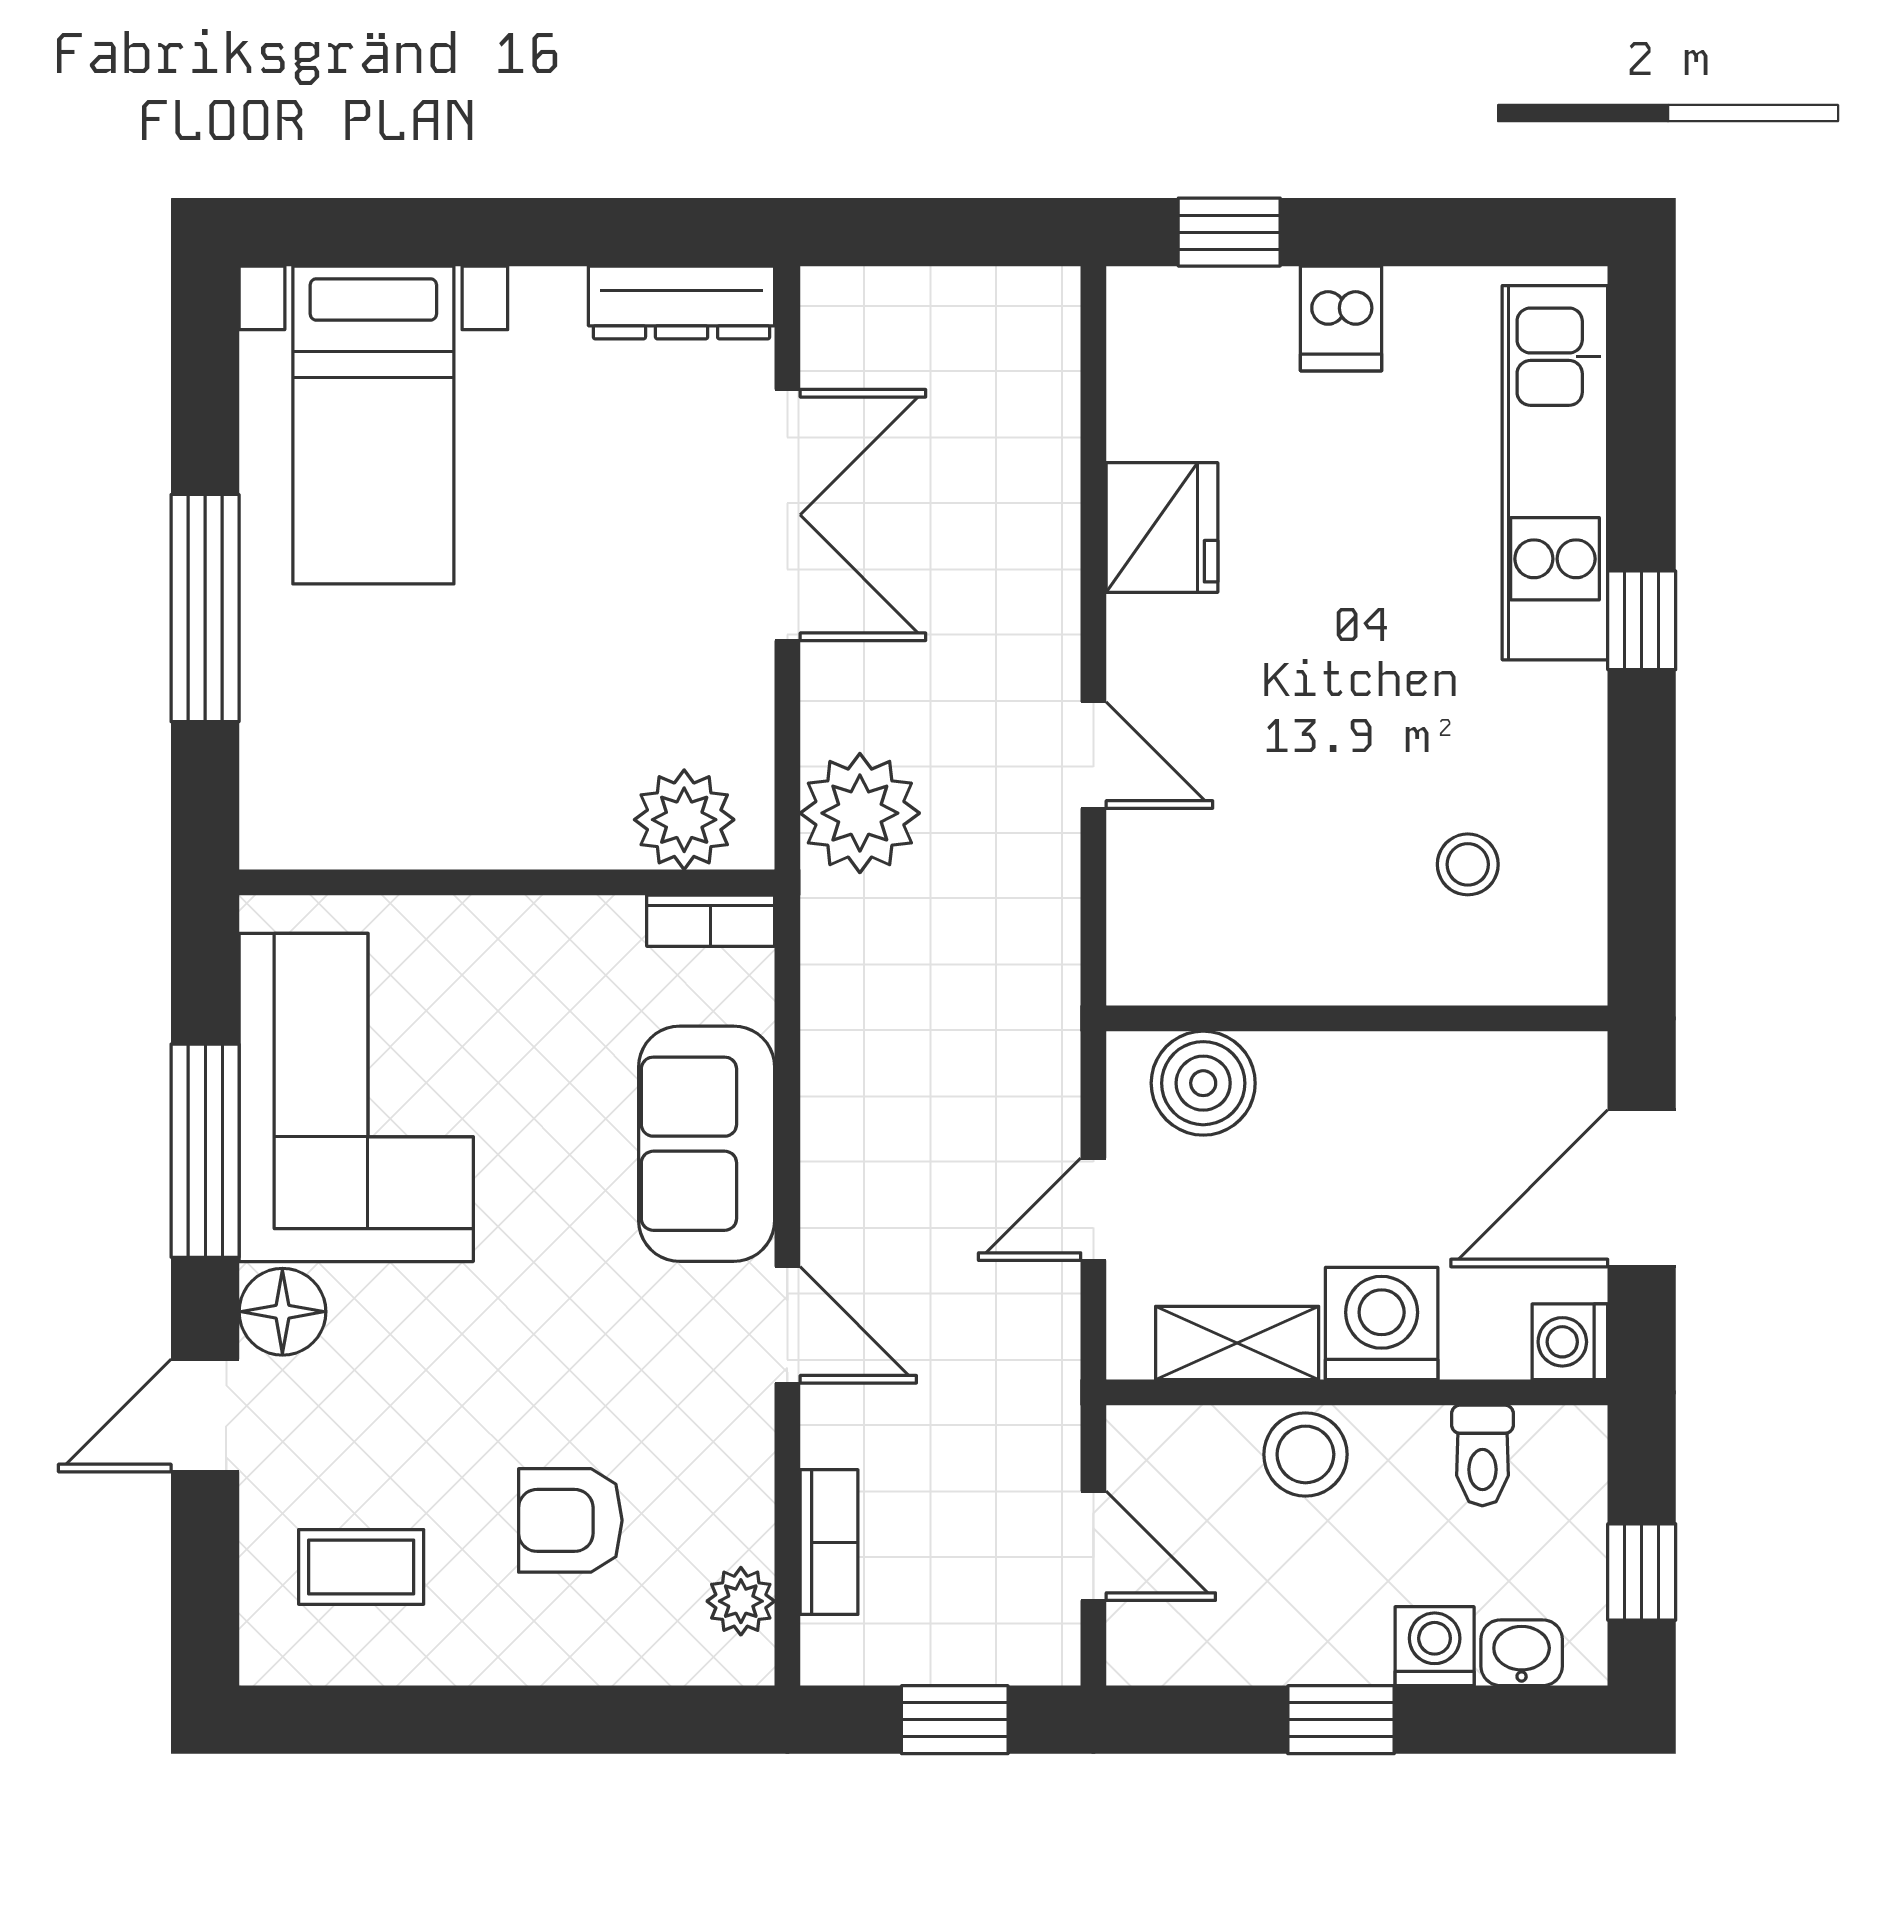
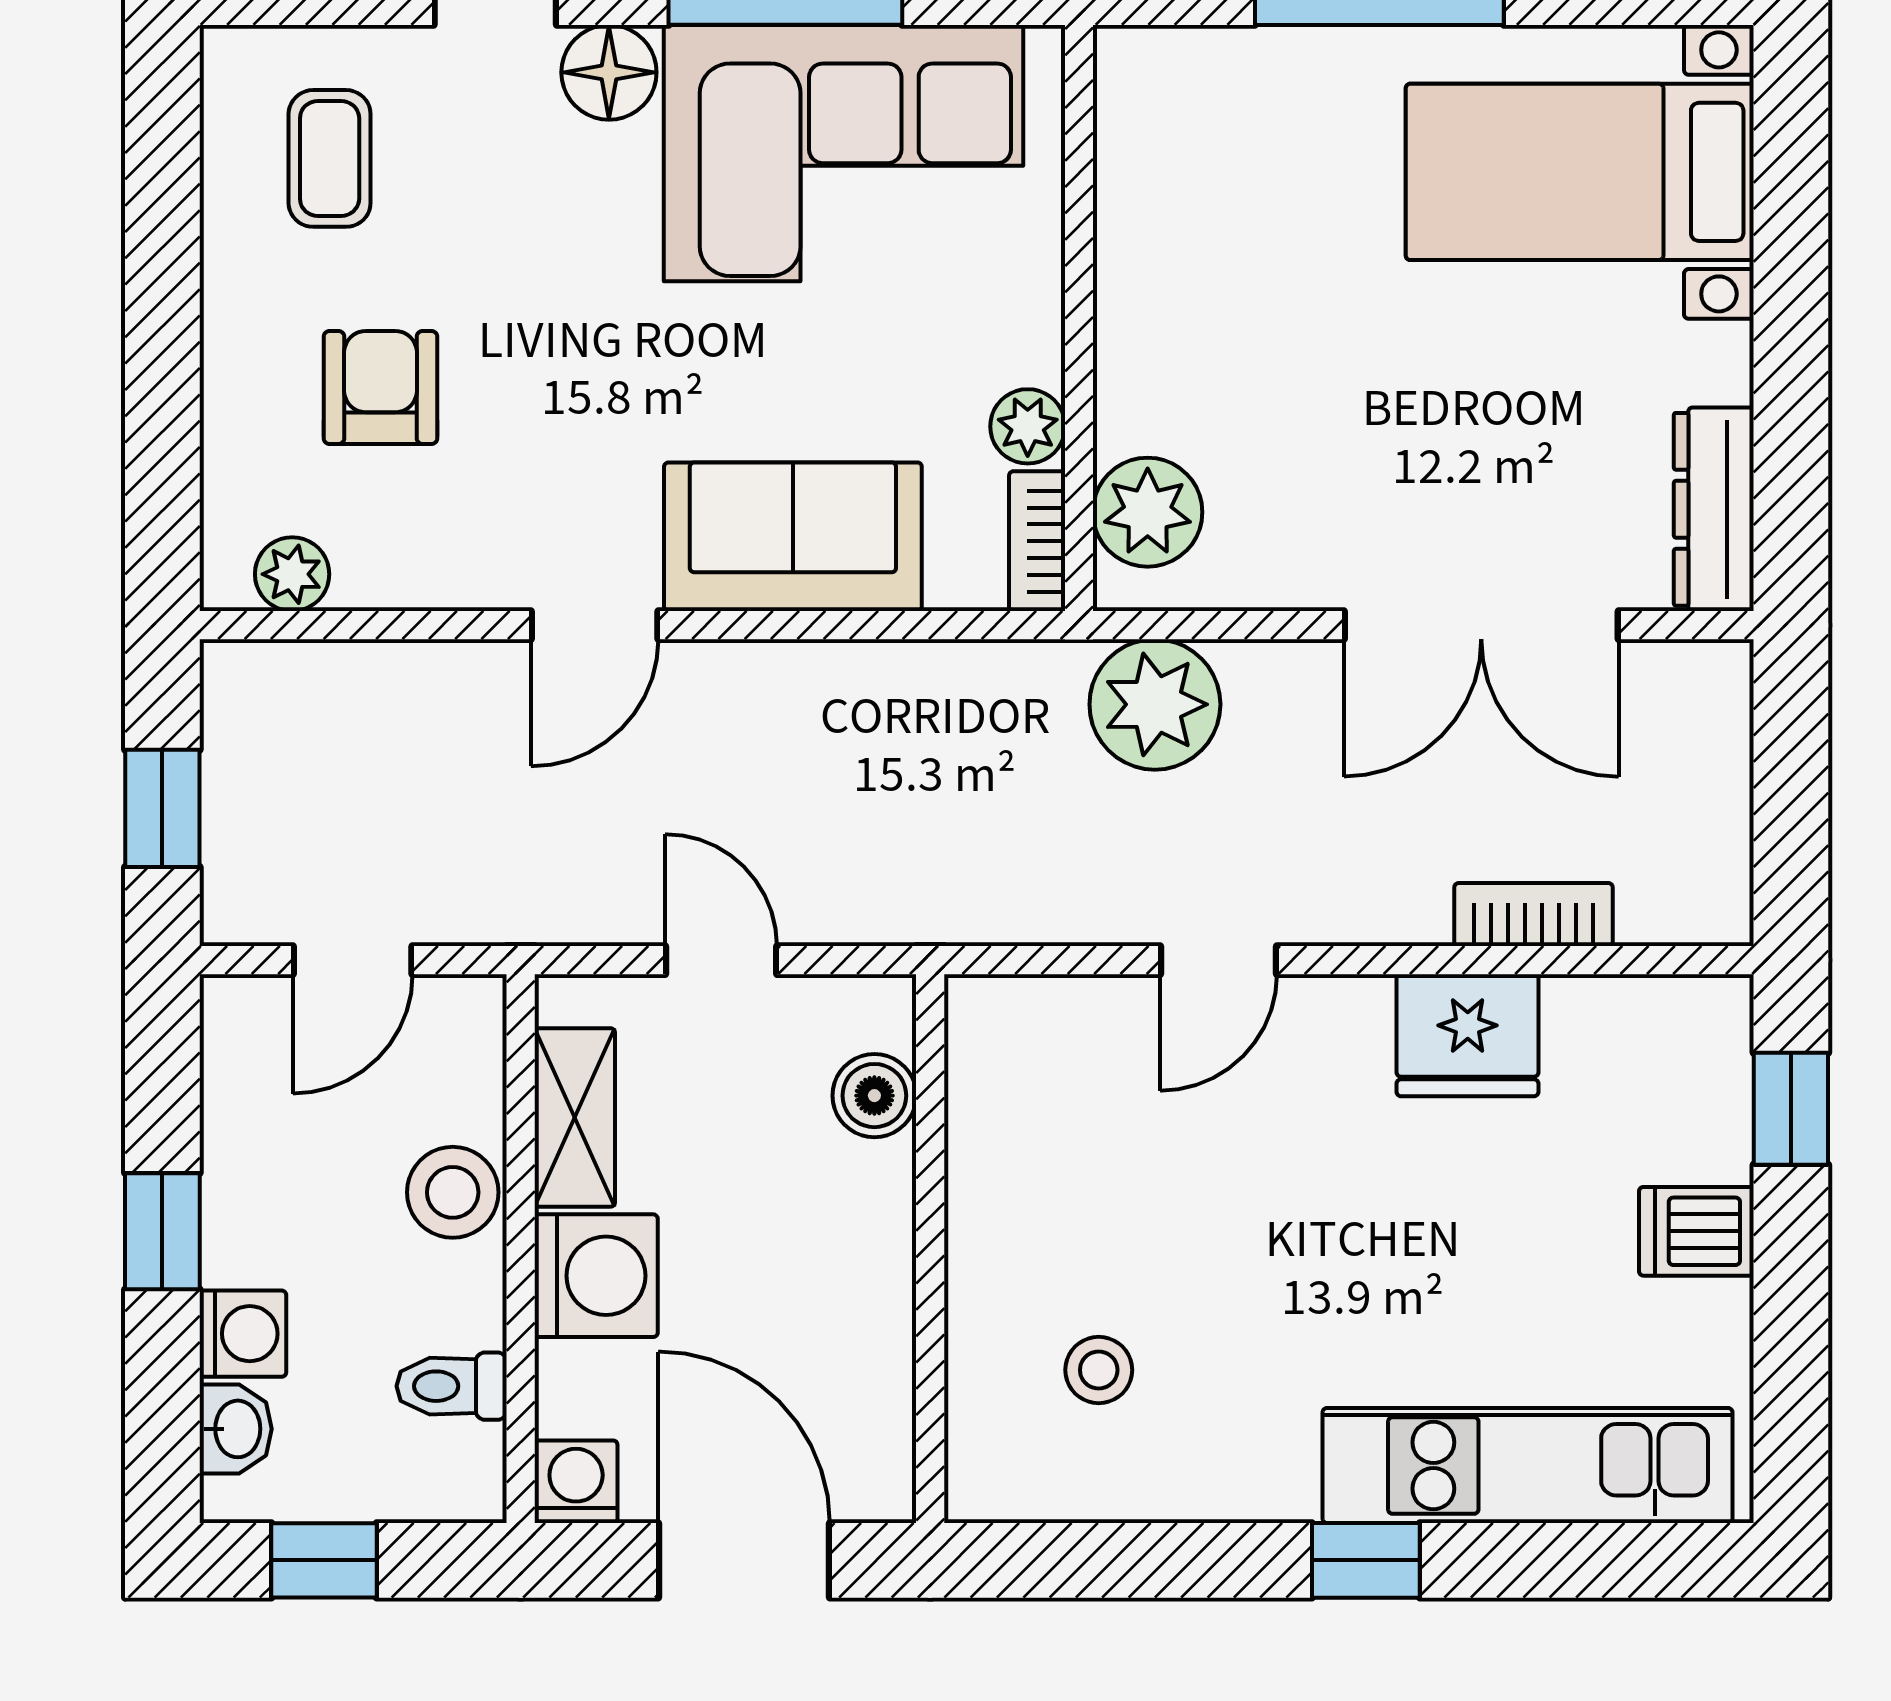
plant: (606, 929) -> (1028, 426), added
boiler: (1203, 1083) -> (874, 1096), width x0.73, depth x0.73
bookcase: (829, 1542) -> (1534, 915), moved, turned 180

